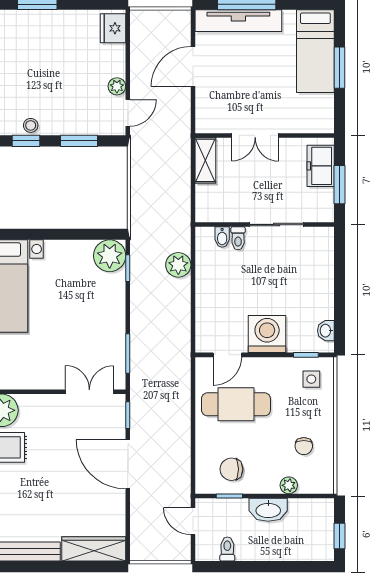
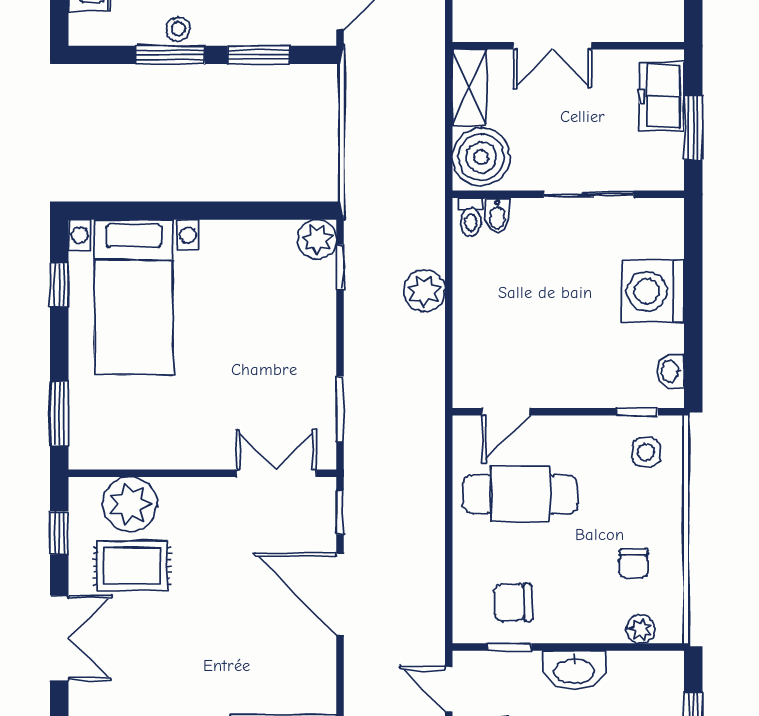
window: (26, 141) -> (170, 55), width x1.50
boiler: (212, 202) -> (481, 157), added
toilet: (238, 238) -> (471, 217), moved
plant: (110, 256) -> (317, 239), width x0.73, depth x0.73
plant: (178, 265) -> (424, 291), moved
washing machine: (267, 334) -> (653, 291), moved, turned -90
plant: (289, 485) -> (641, 629), moved

